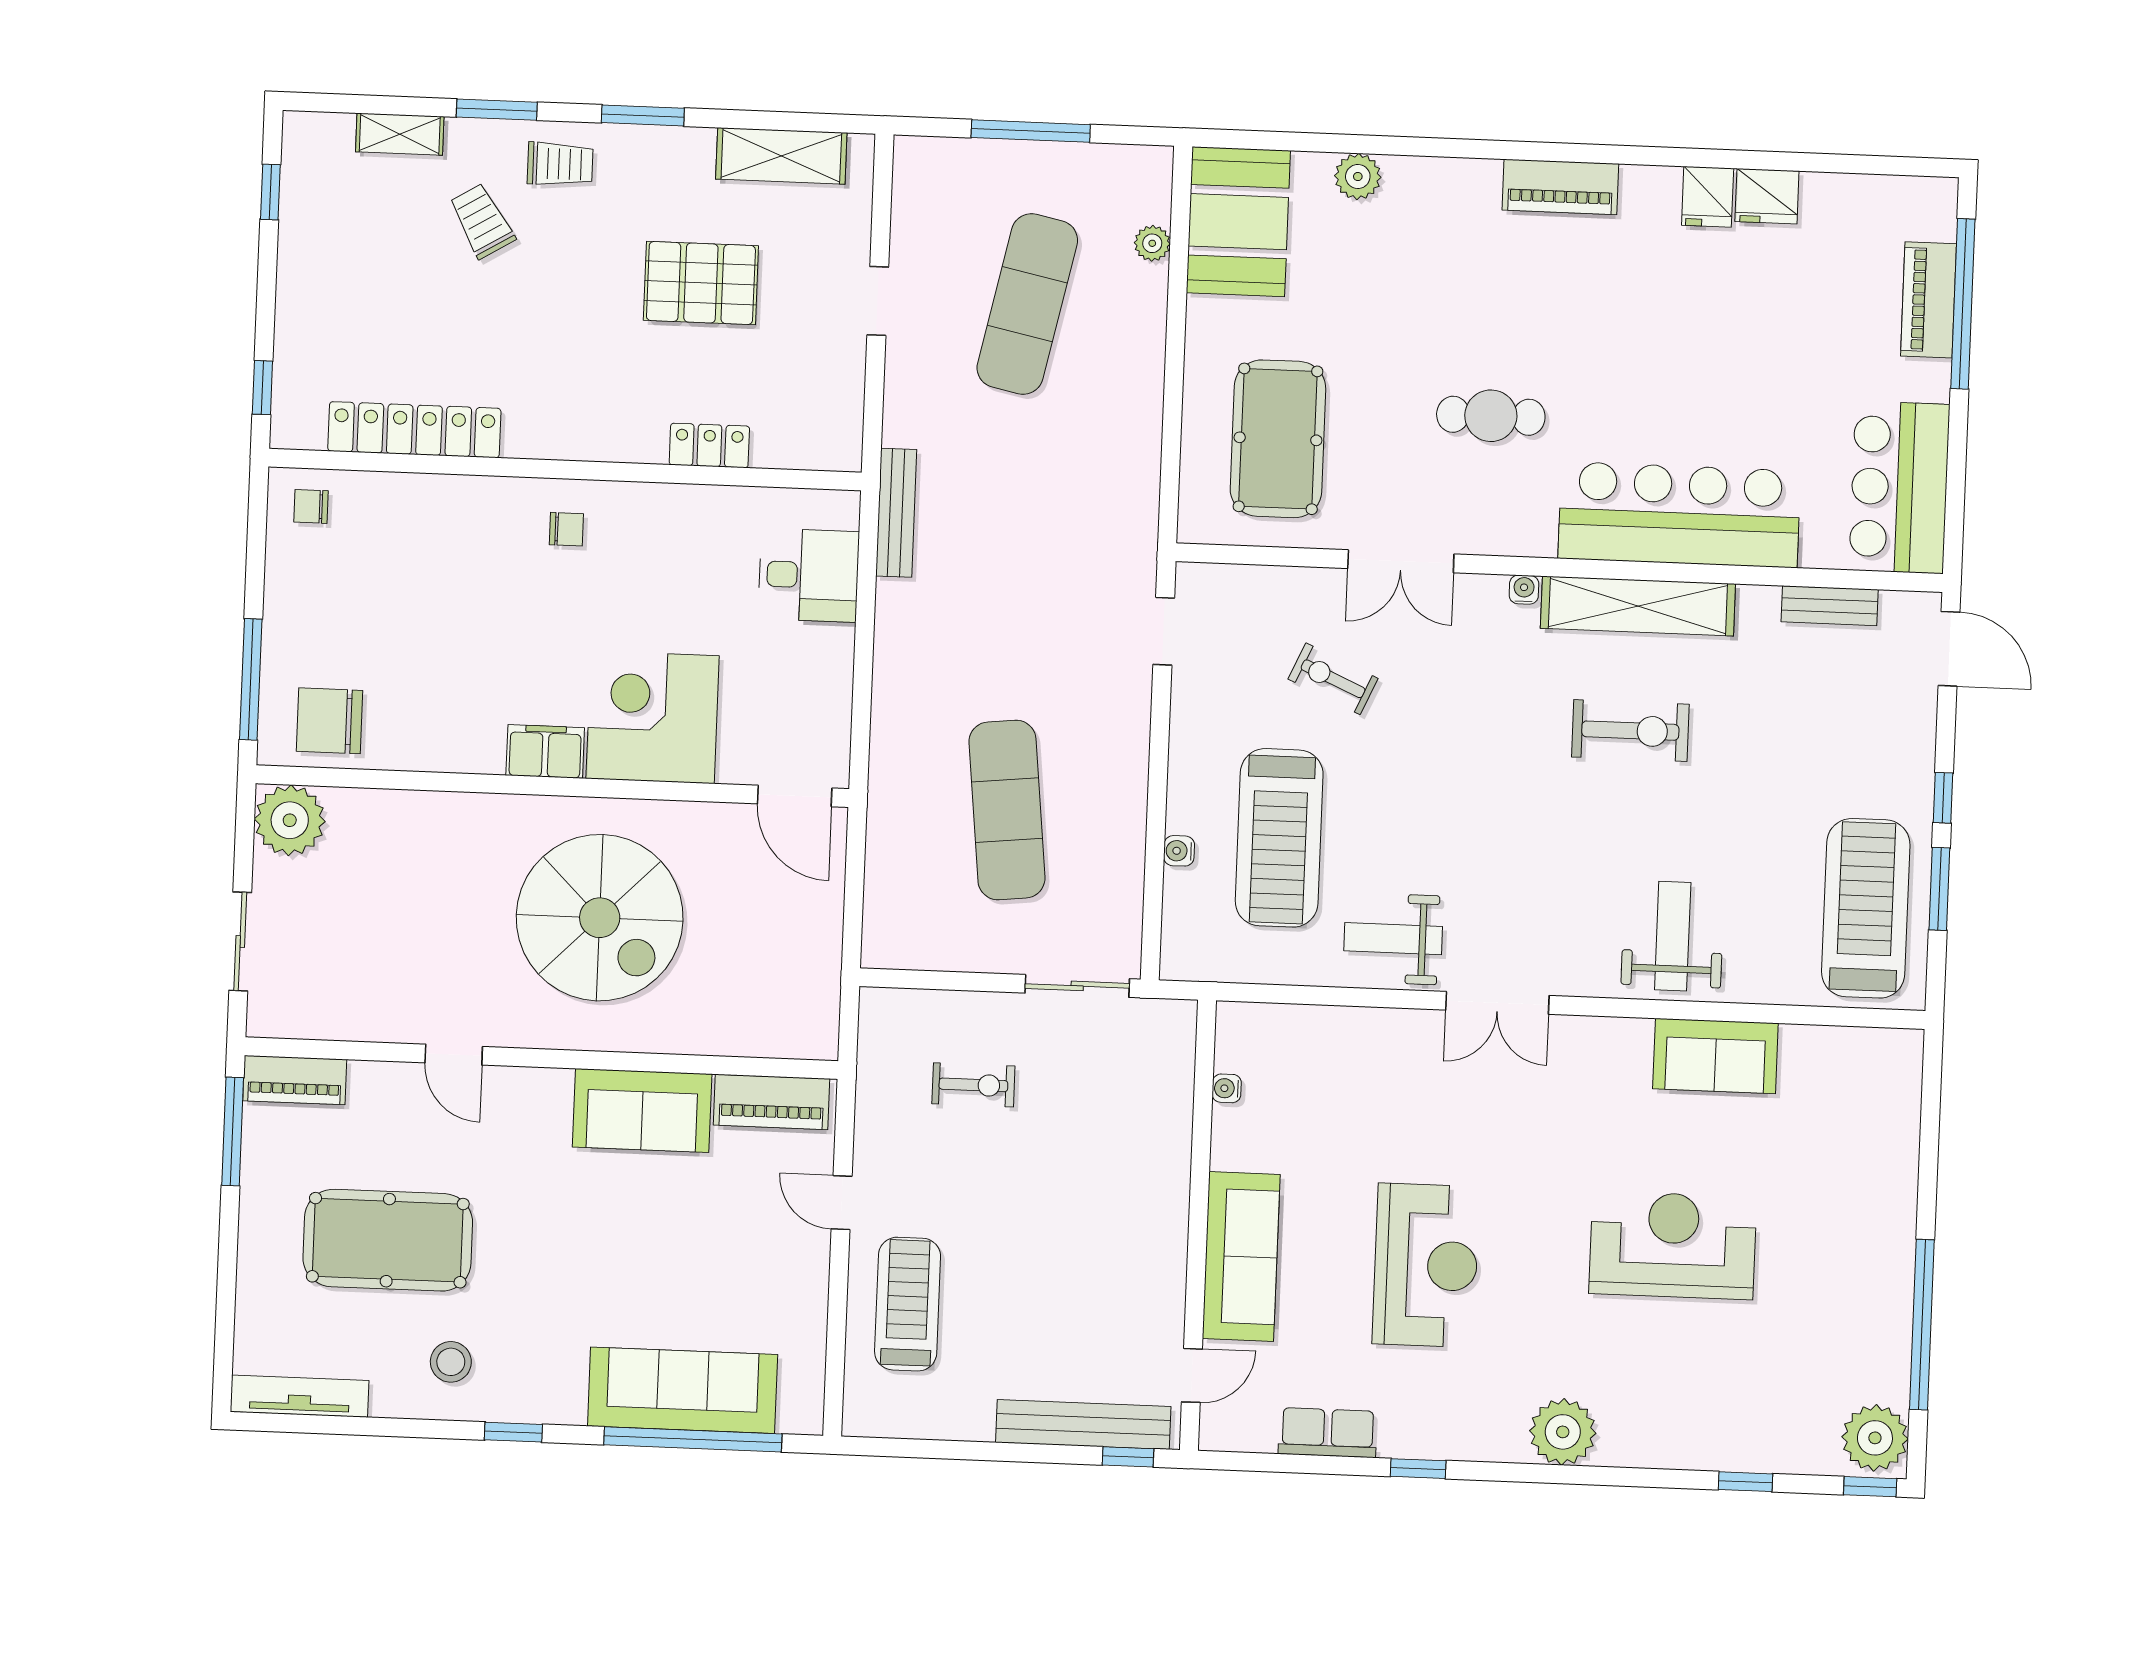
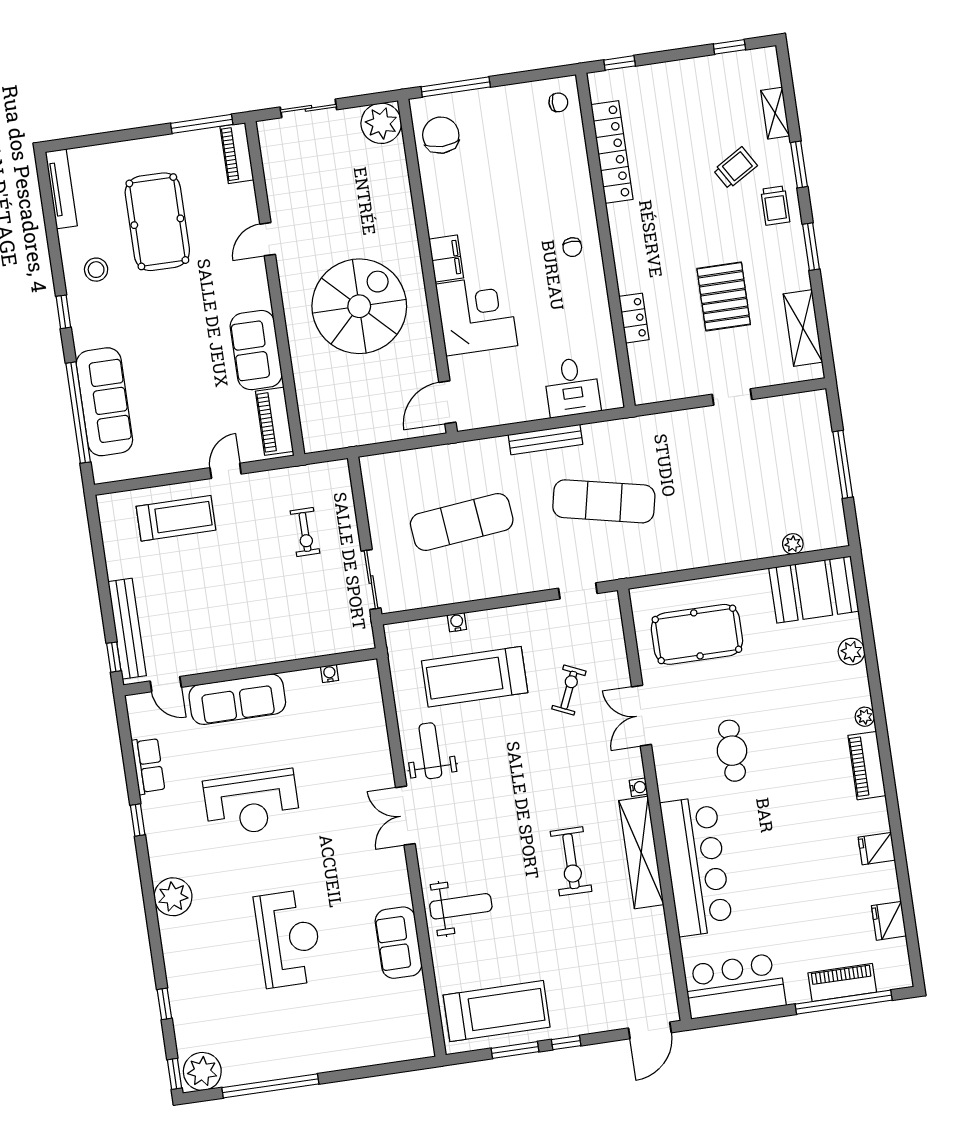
plant: (1475, 175) -> (865, 717), added
fridge: (1767, 196) -> (889, 921), moved
exercise mat: (1027, 304) -> (604, 501), moved
chair: (311, 506) -> (558, 102), turned 90
bench: (896, 513) -> (545, 440), moved
bench: (1830, 606) -> (661, 959), removed
spiral stairs: (600, 918) -> (359, 306), turned 180

